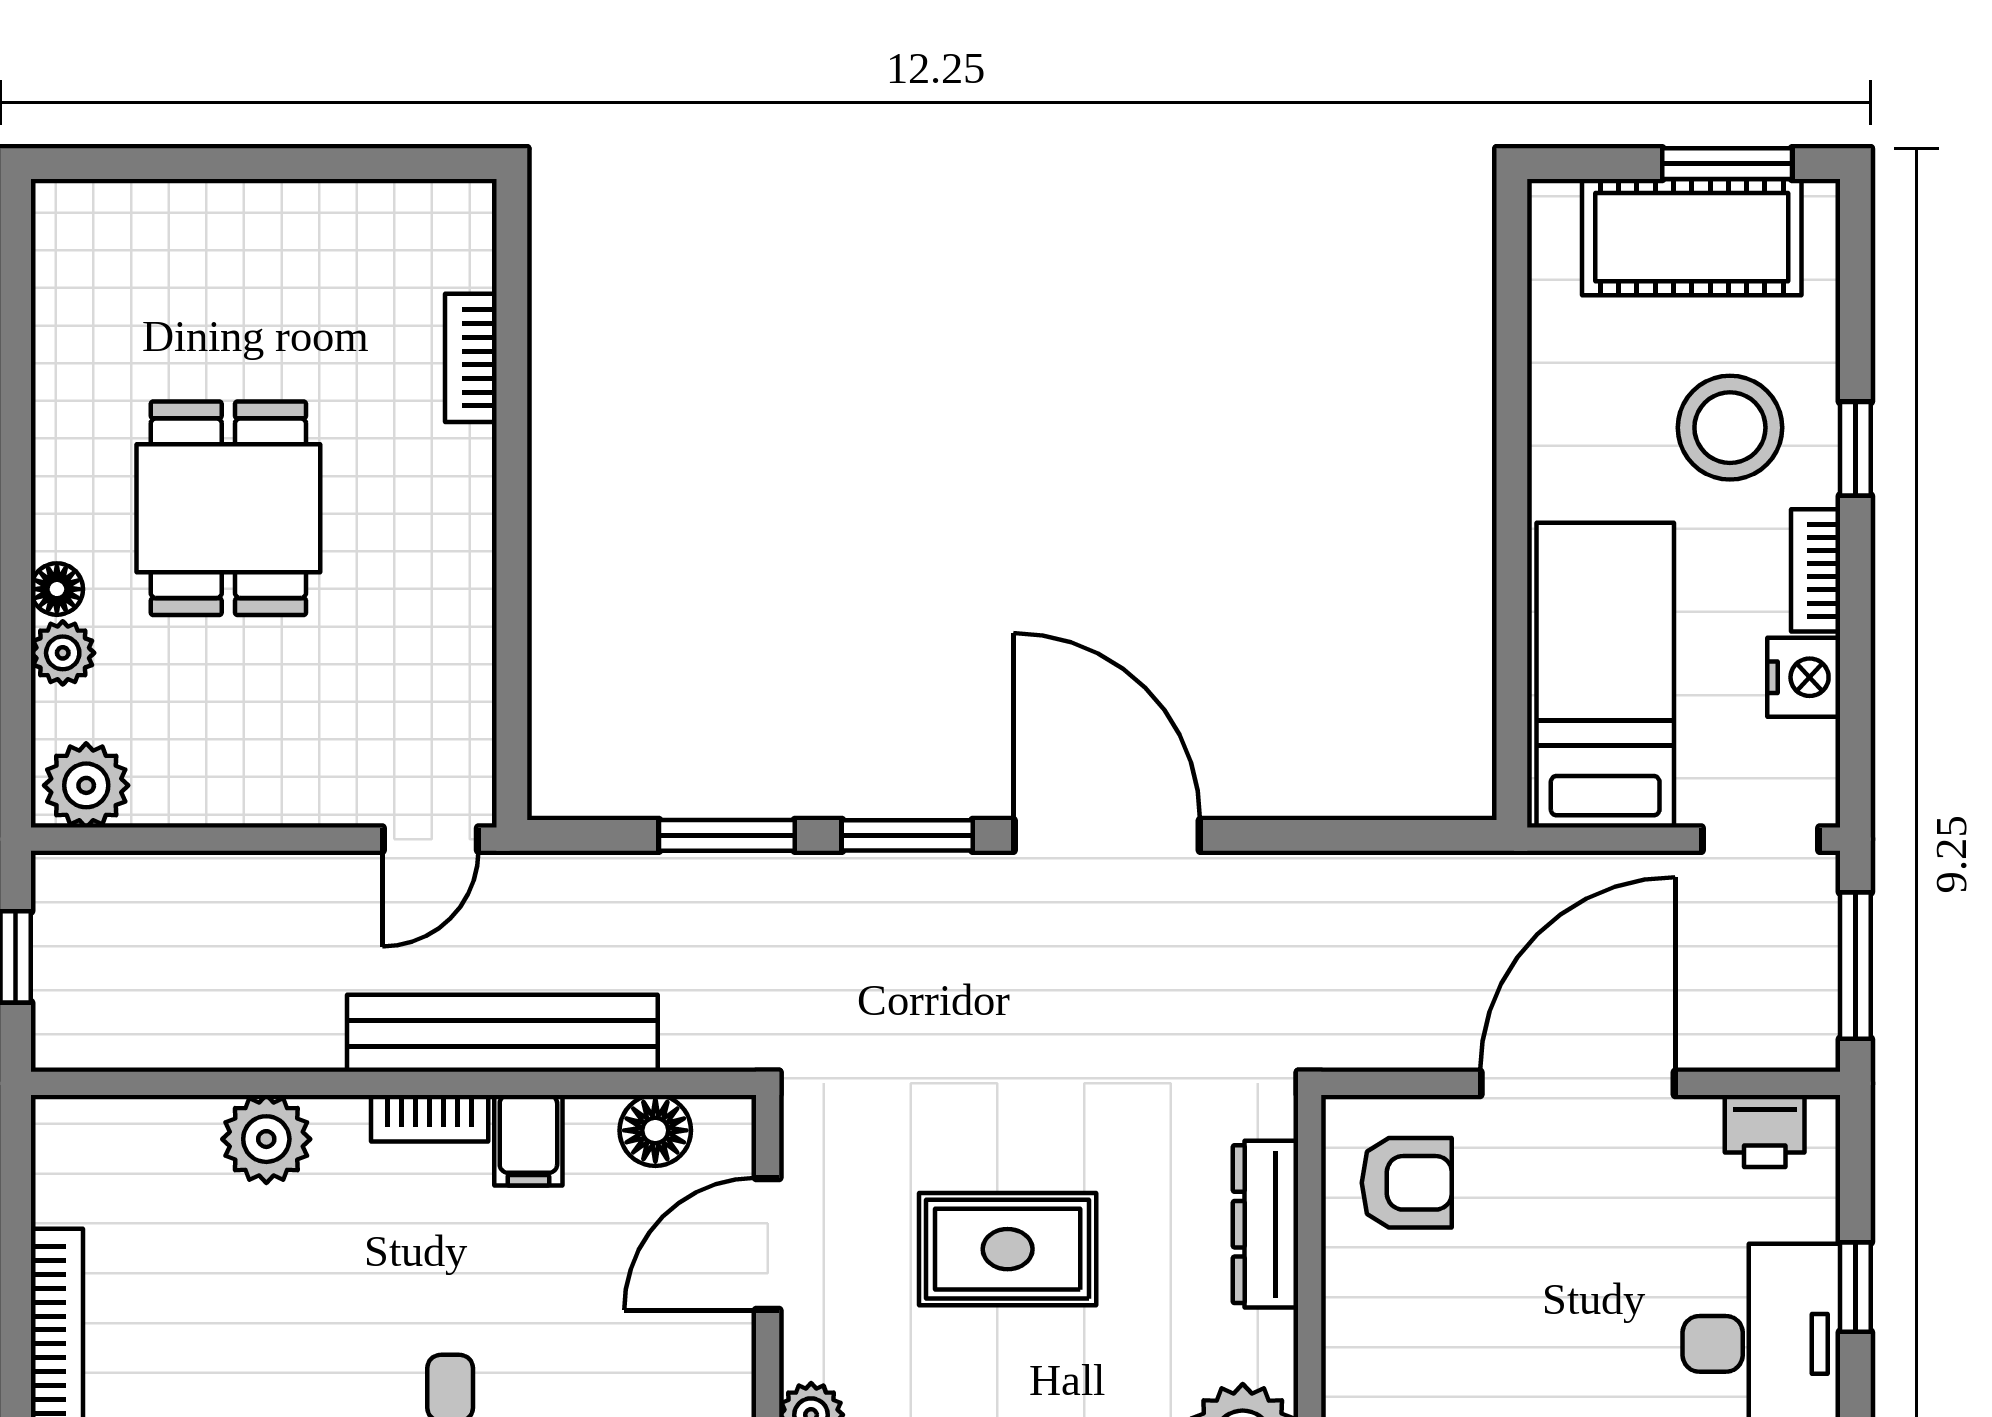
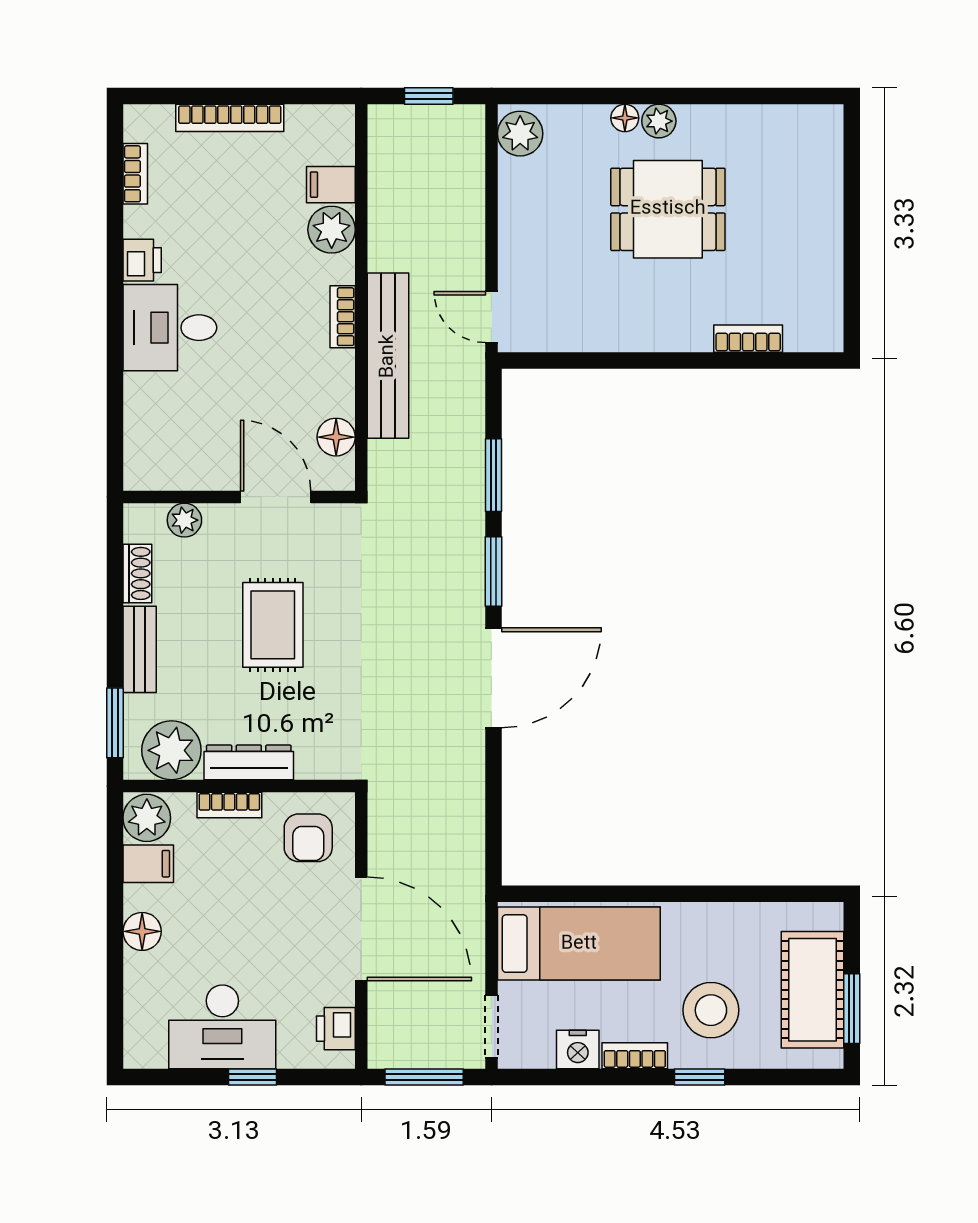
plant: (63, 653) -> (659, 121), moved
filing cabinet: (528, 1140) -> (331, 185), moved
dresser: (1265, 1224) -> (249, 762), moved
bookcase: (1345, 1331) -> (229, 805), added

